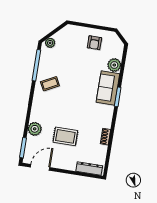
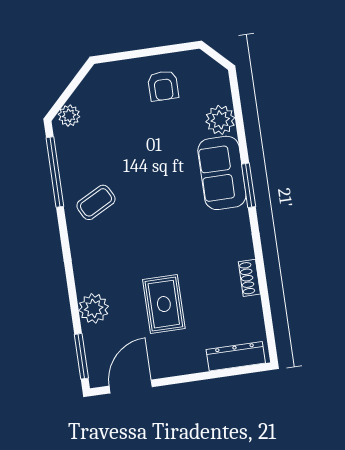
rug: (65, 136) -> (164, 304), turned 90

